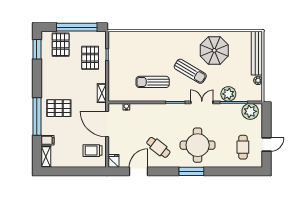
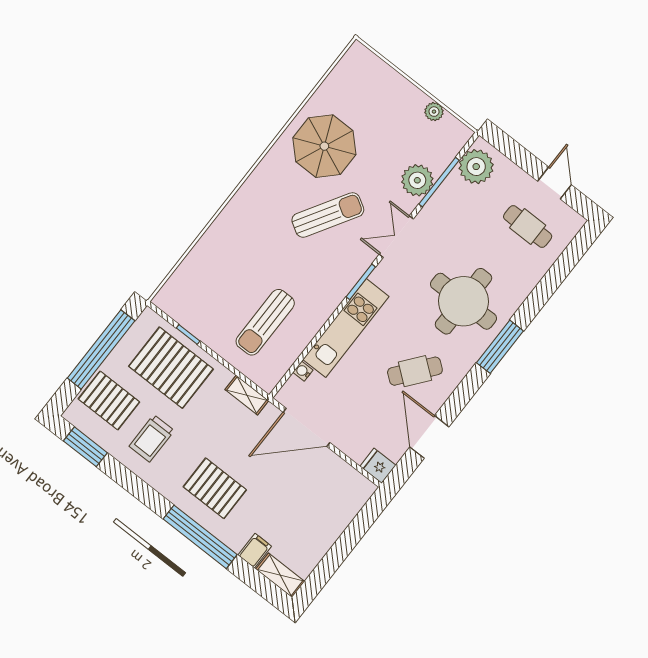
bench: (257, 53) -> (386, 77), removed
pallet: (90, 58) -> (171, 368), width x1.37, depth x1.41
sun lounger: (153, 82) -> (265, 322), moved
pallet: (59, 108) -> (215, 488), turned 90
kitchen unit: (154, 110) -> (346, 328), added
trolley: (92, 151) -> (152, 438), moved

